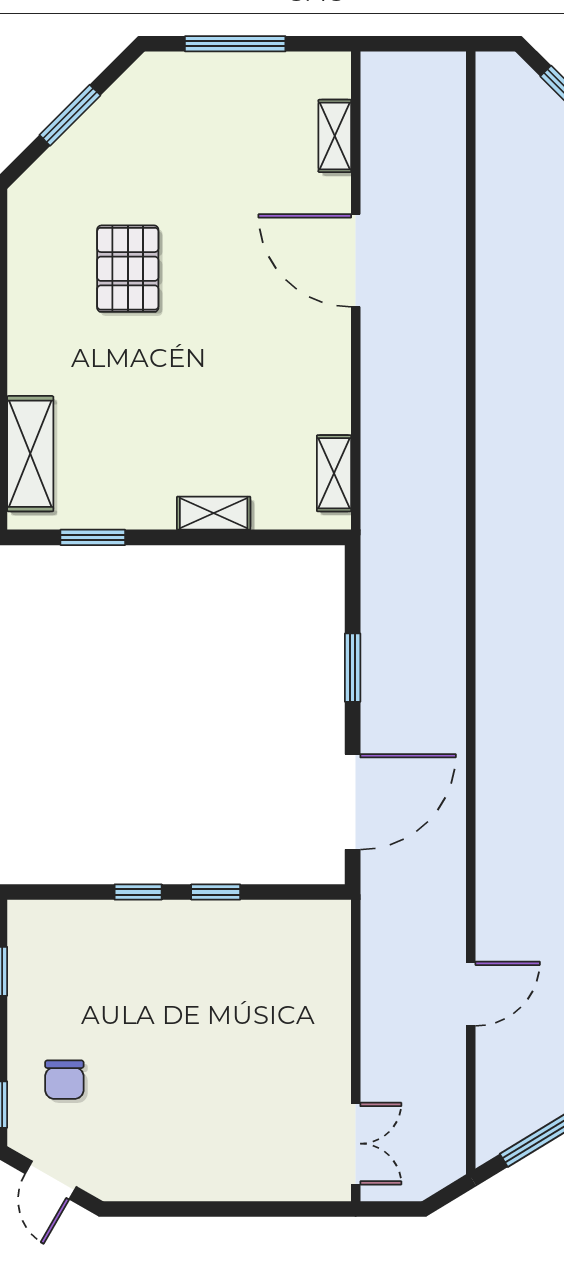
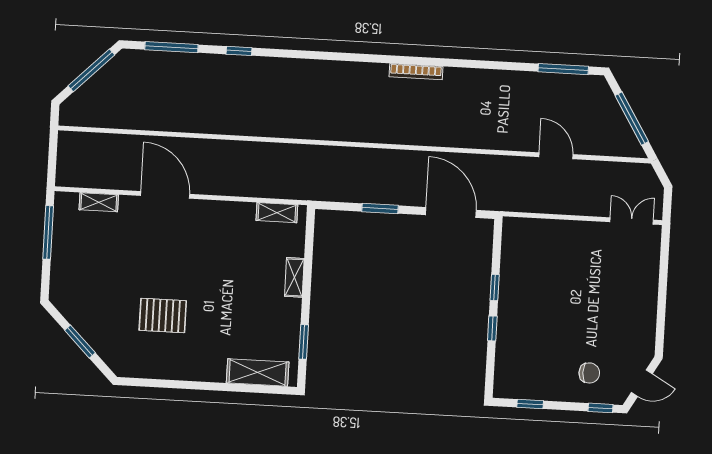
window: (235, 44) -> (48, 232), moved
door: (356, 261) -> (165, 195), swing flipped

